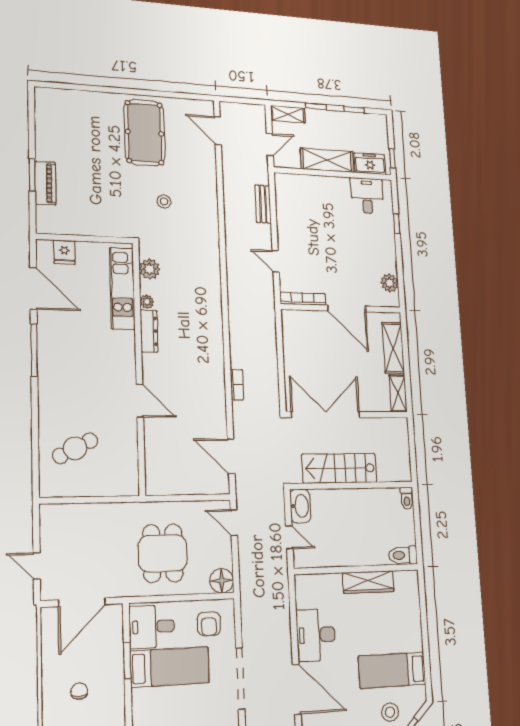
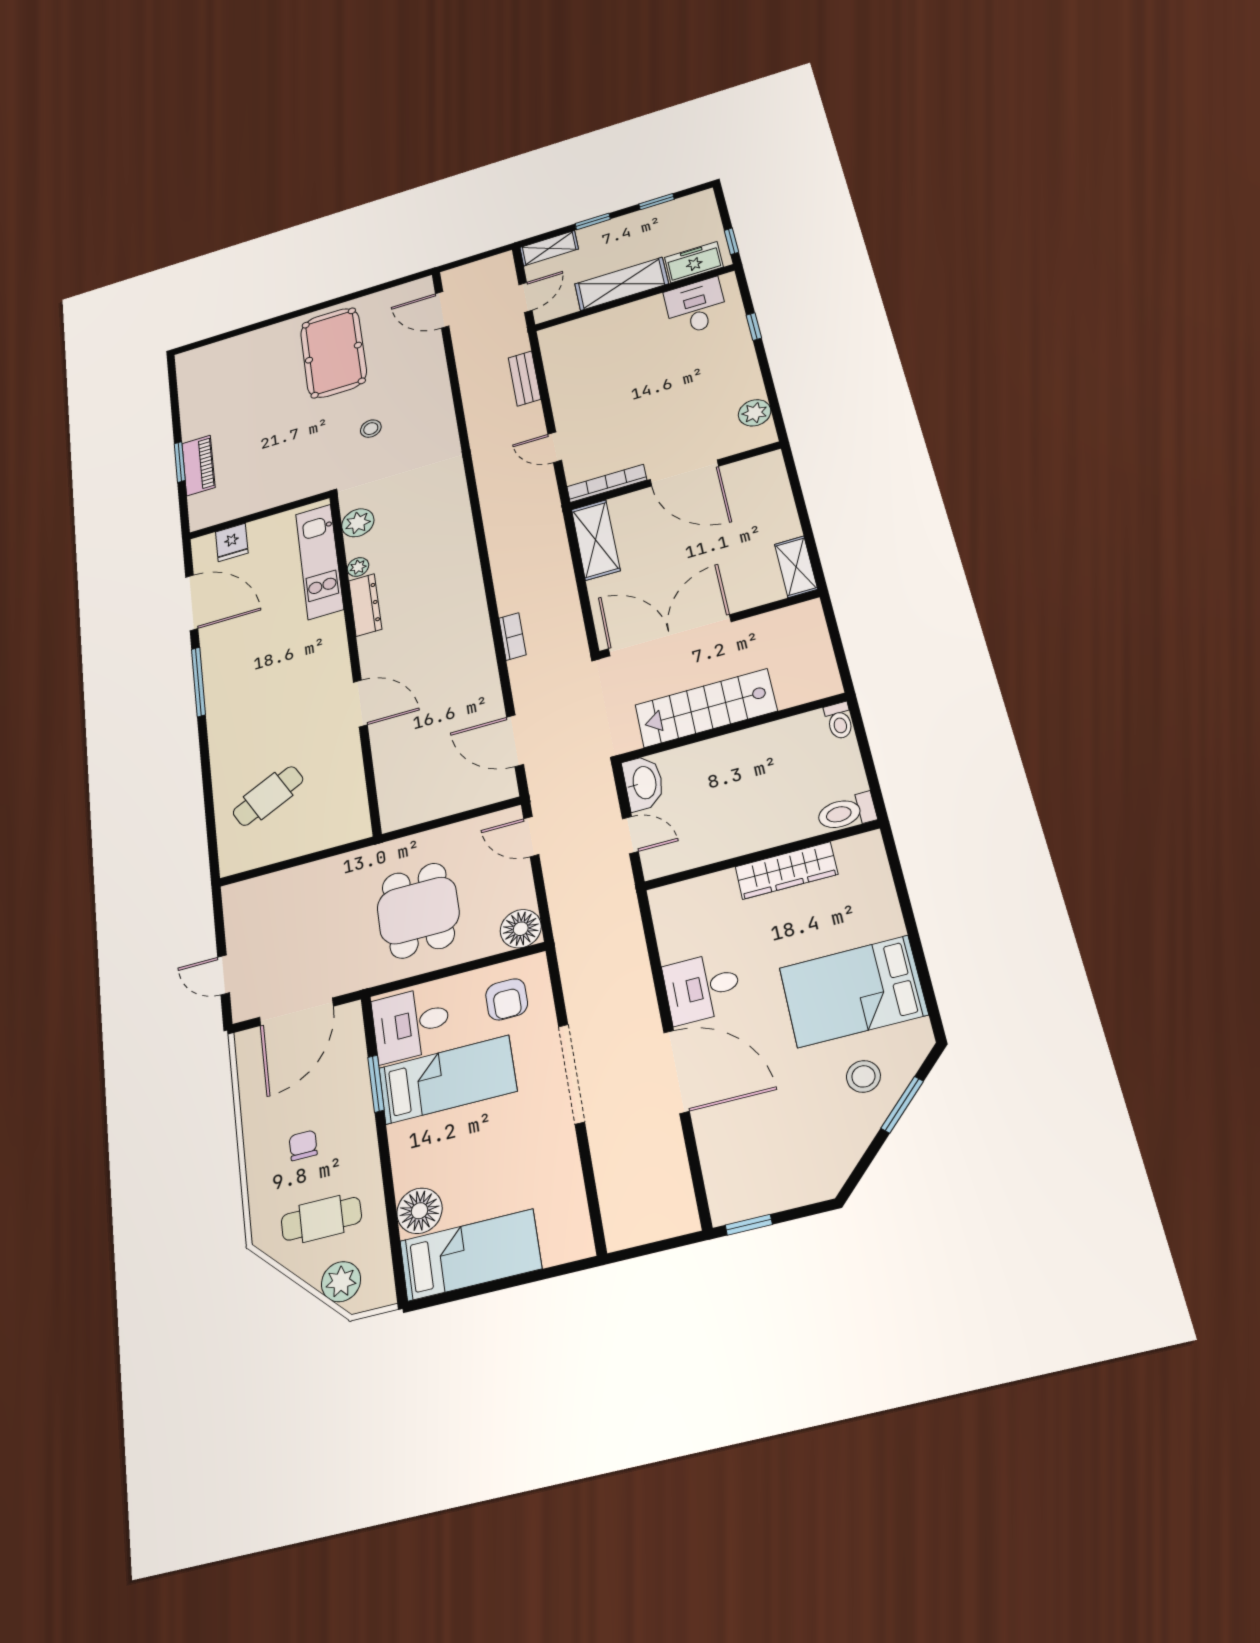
shelving: (393, 348) -> (596, 540), moved
desk: (316, 635) -> (702, 988), width x0.73
bed: (392, 670) -> (853, 991), width x1.50

